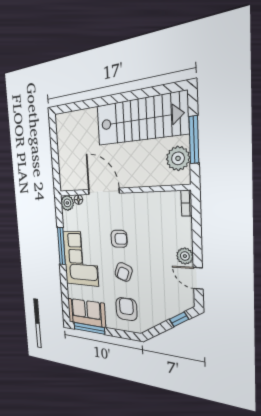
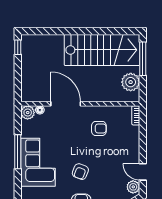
window: (53, 129) -> (18, 47), added
window: (194, 140) -> (143, 59), moved
armchair: (119, 239) -> (99, 128), moved
plant: (185, 256) -> (133, 187), moved

